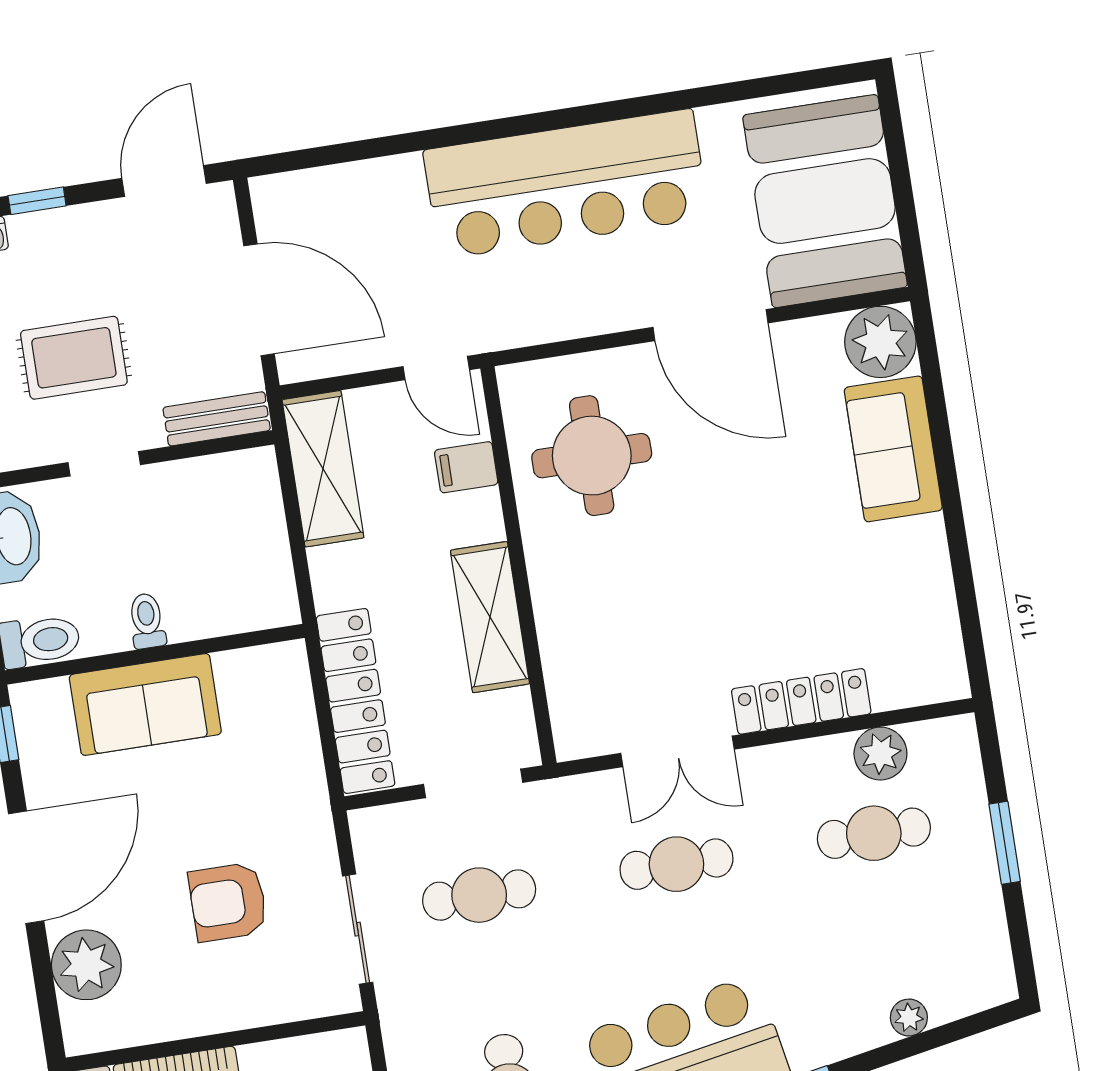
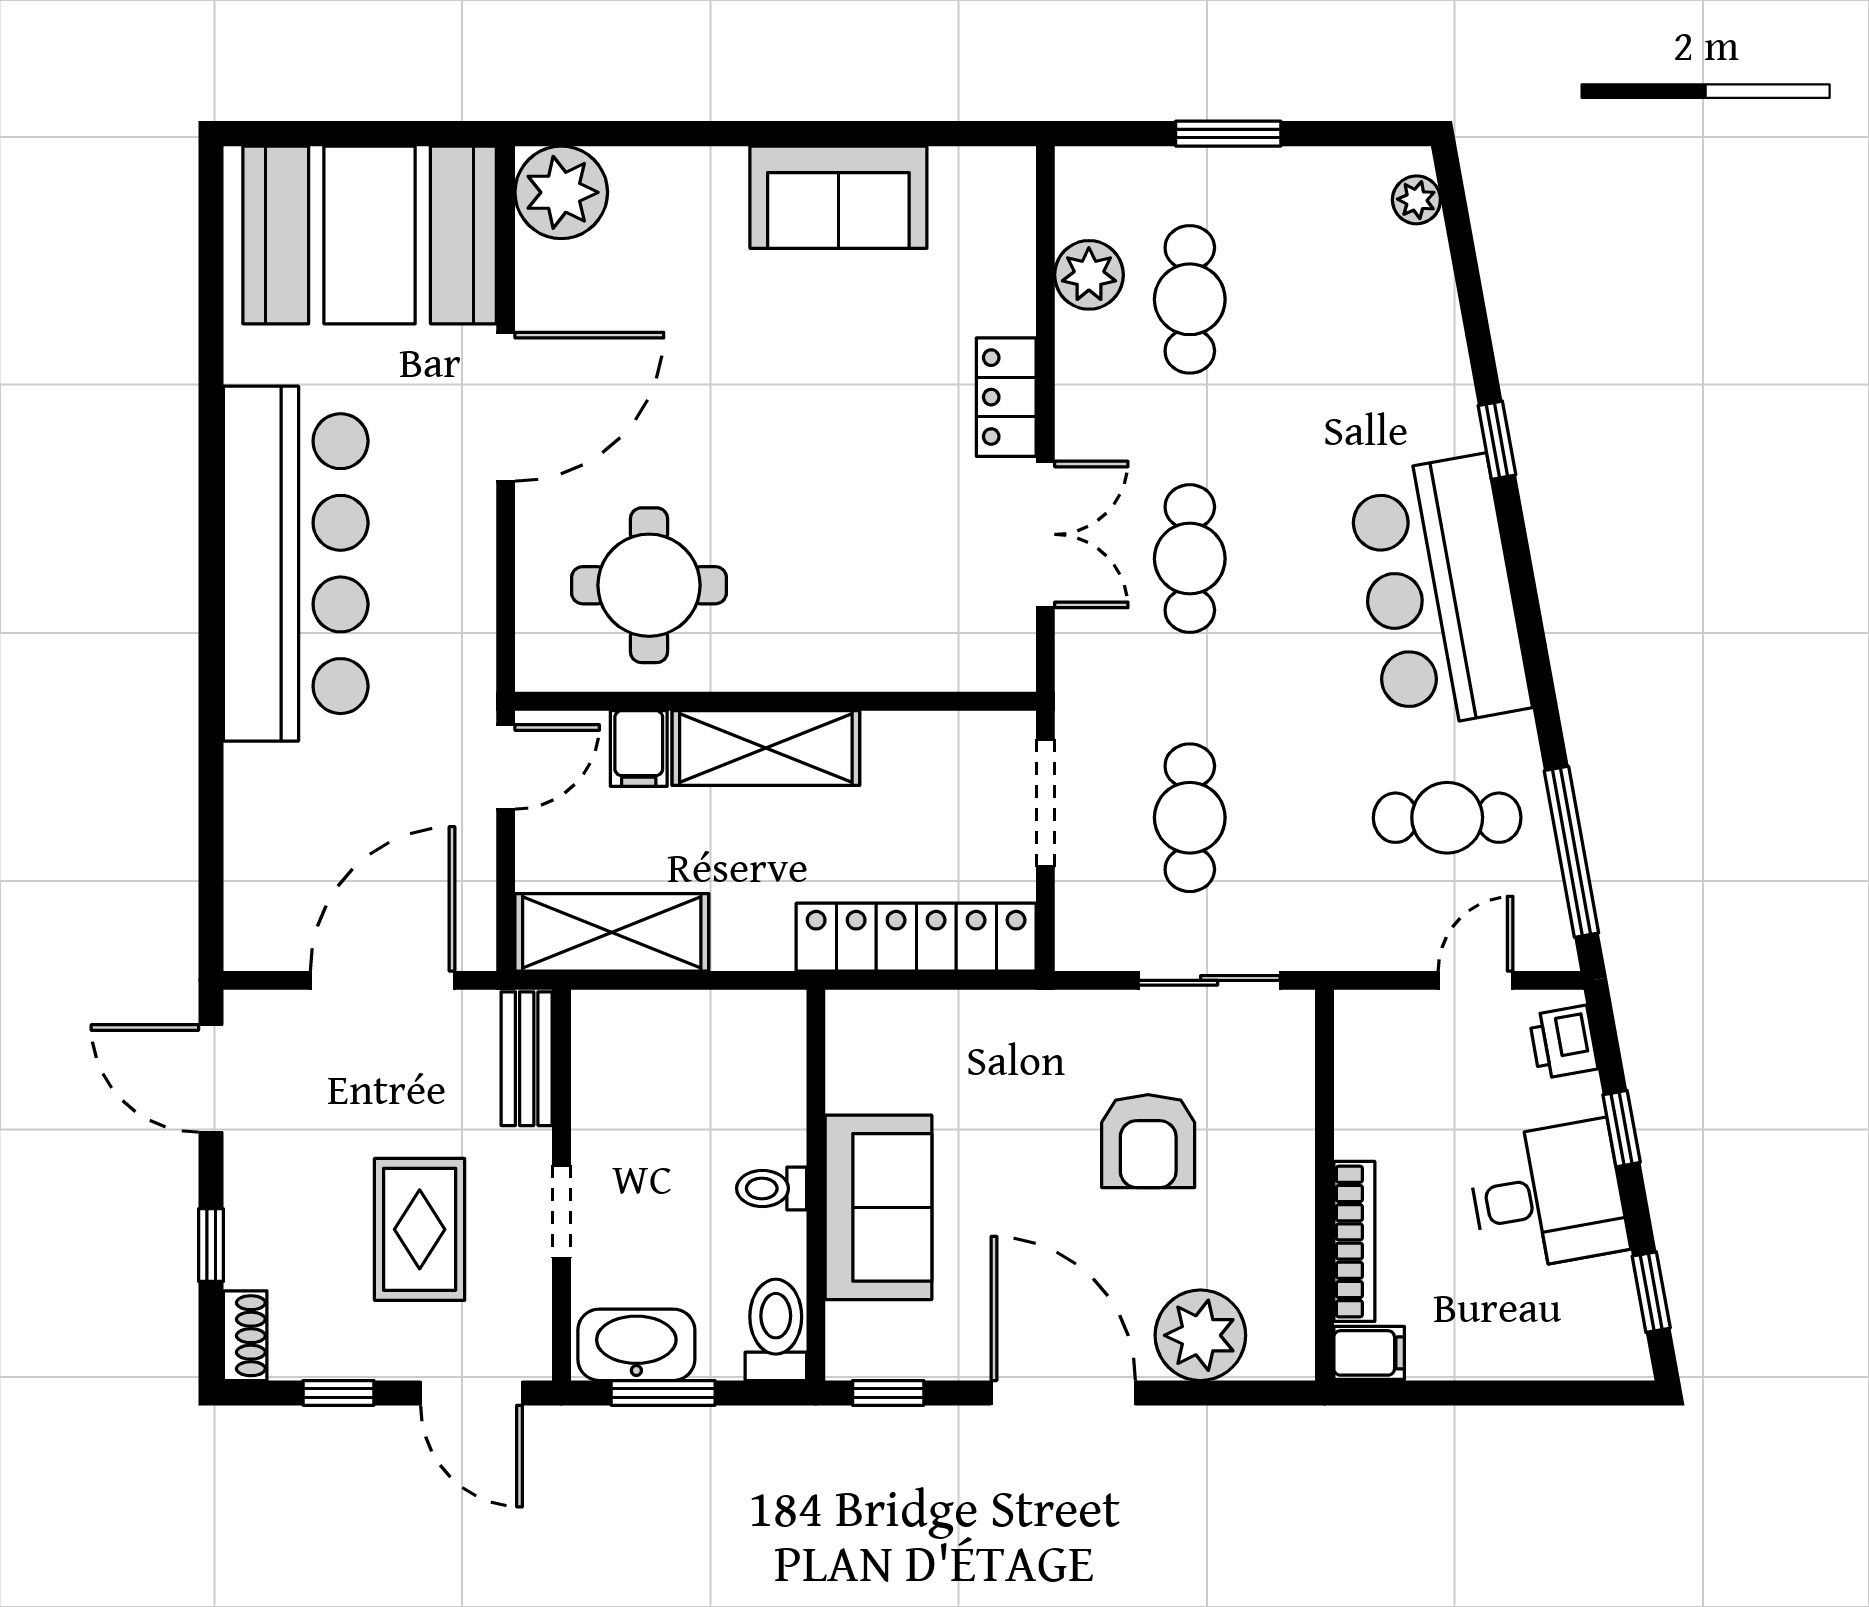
sofa: (893, 449) -> (838, 197), moved
shelving: (490, 617) -> (766, 748), moved
locker: (801, 701) -> (1006, 397), width x0.66
plant: (909, 1017) -> (1416, 200), moved

